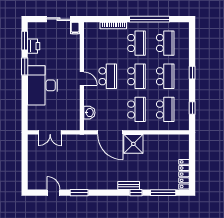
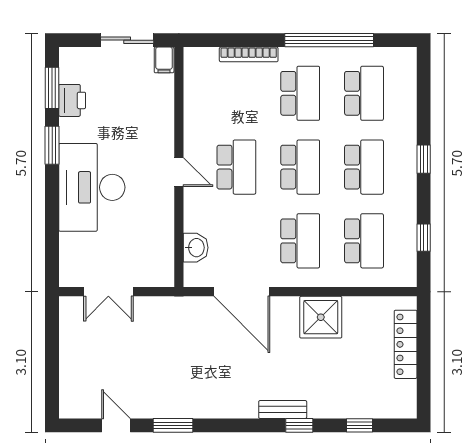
shower: (133, 144) -> (321, 317), moved
locker: (184, 174) -> (406, 344), moved
window: (163, 193) -> (359, 425), width x0.46

